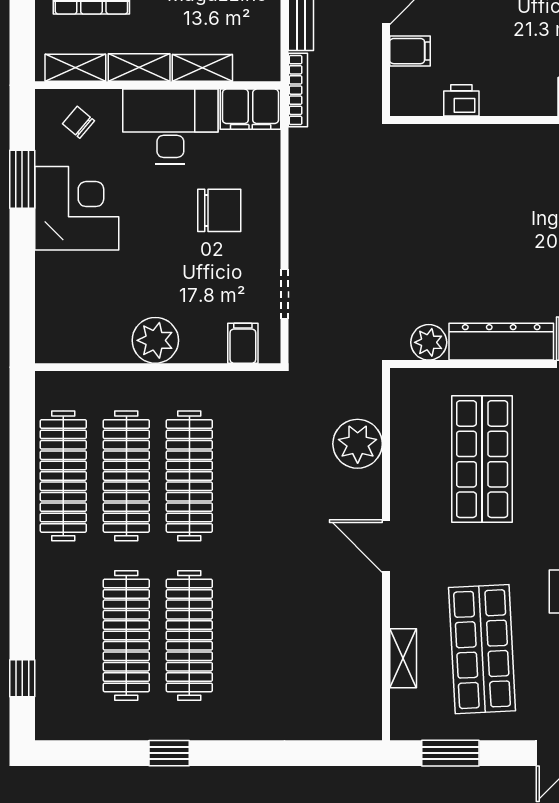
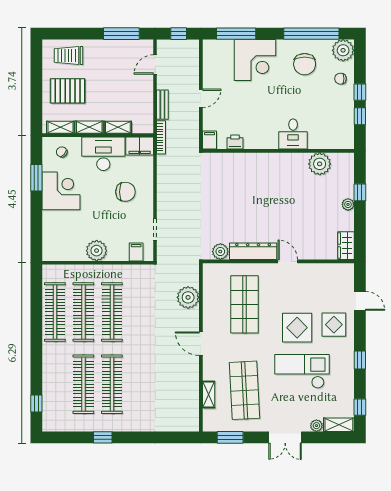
filing cabinet: (410, 51) -> (210, 140), moved, turned -90

